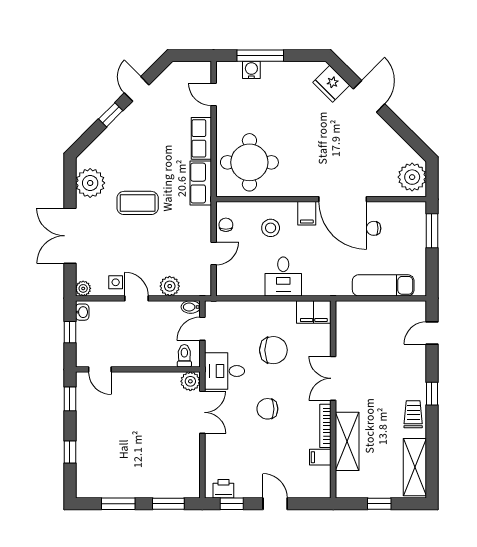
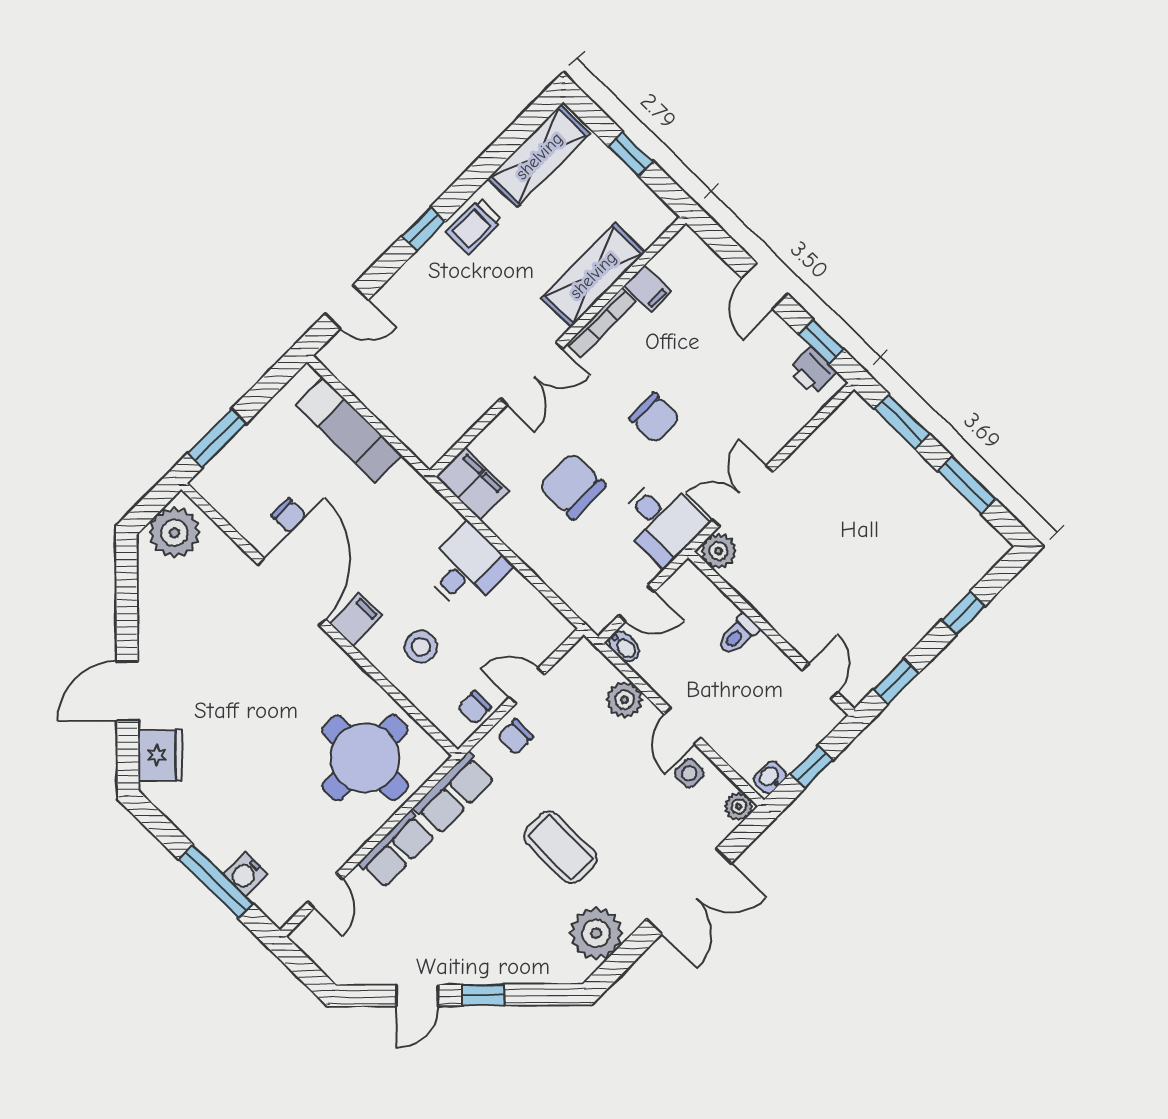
chair: (198, 229) -> (515, 737), added
toilet: (184, 356) -> (738, 635), moved

